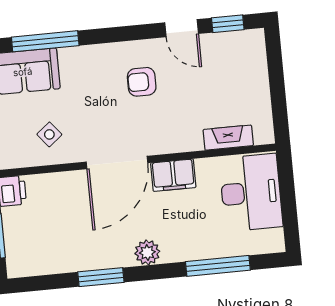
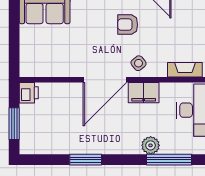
side table: (49, 134) -> (138, 63), moved
plant: (147, 252) -> (151, 145), moved

